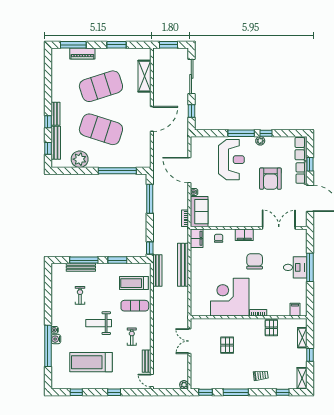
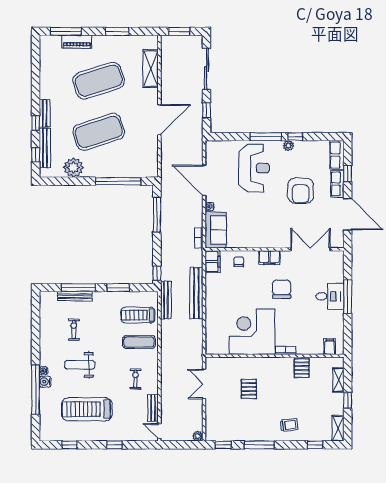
exercise mat: (101, 129) -> (99, 132), turned -36
weight bench: (99, 323) -> (80, 365), moved

